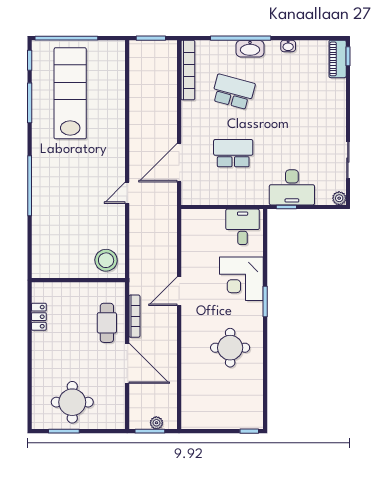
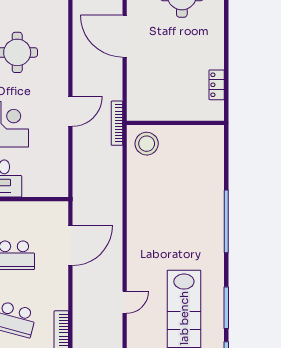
door: (127, 193) -> (125, 302), moved
bookcase: (134, 316) -> (117, 123), moved
cafe table: (107, 323) -> (146, 78), removed

